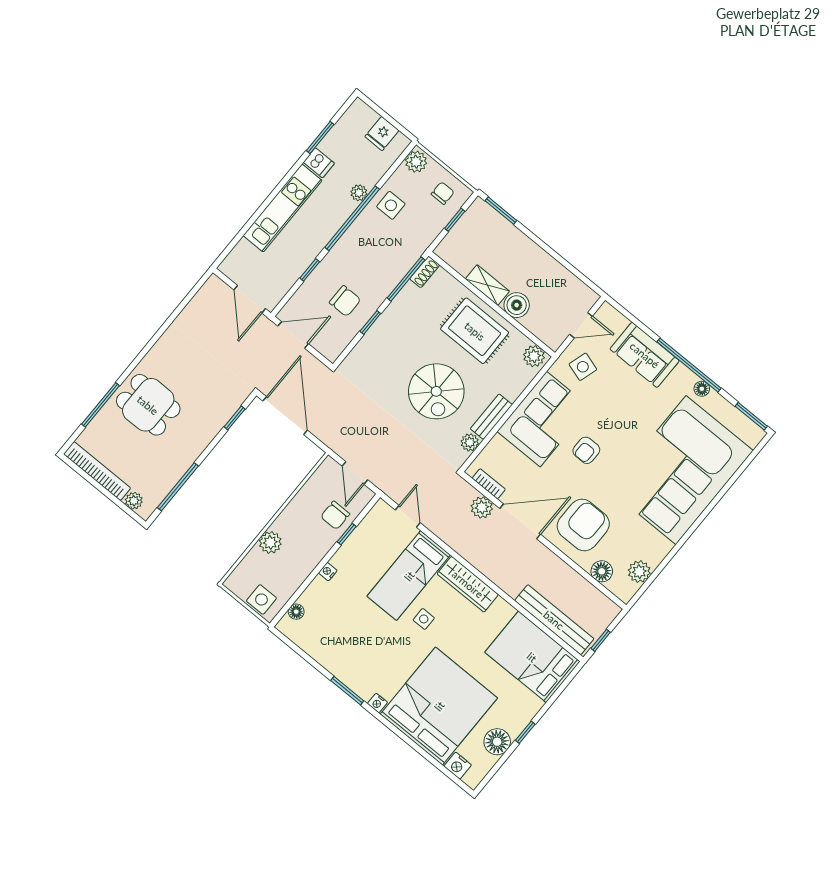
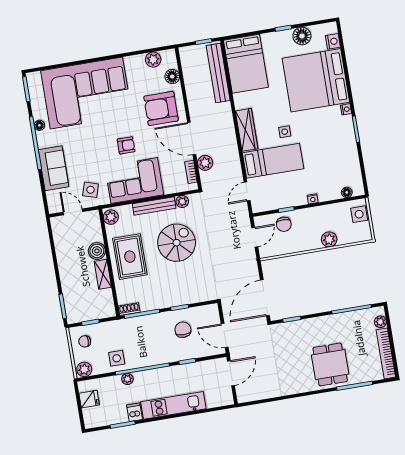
bench: (491, 417) -> (154, 206), width x1.36
chair: (335, 515) -> (284, 224), turned 90

